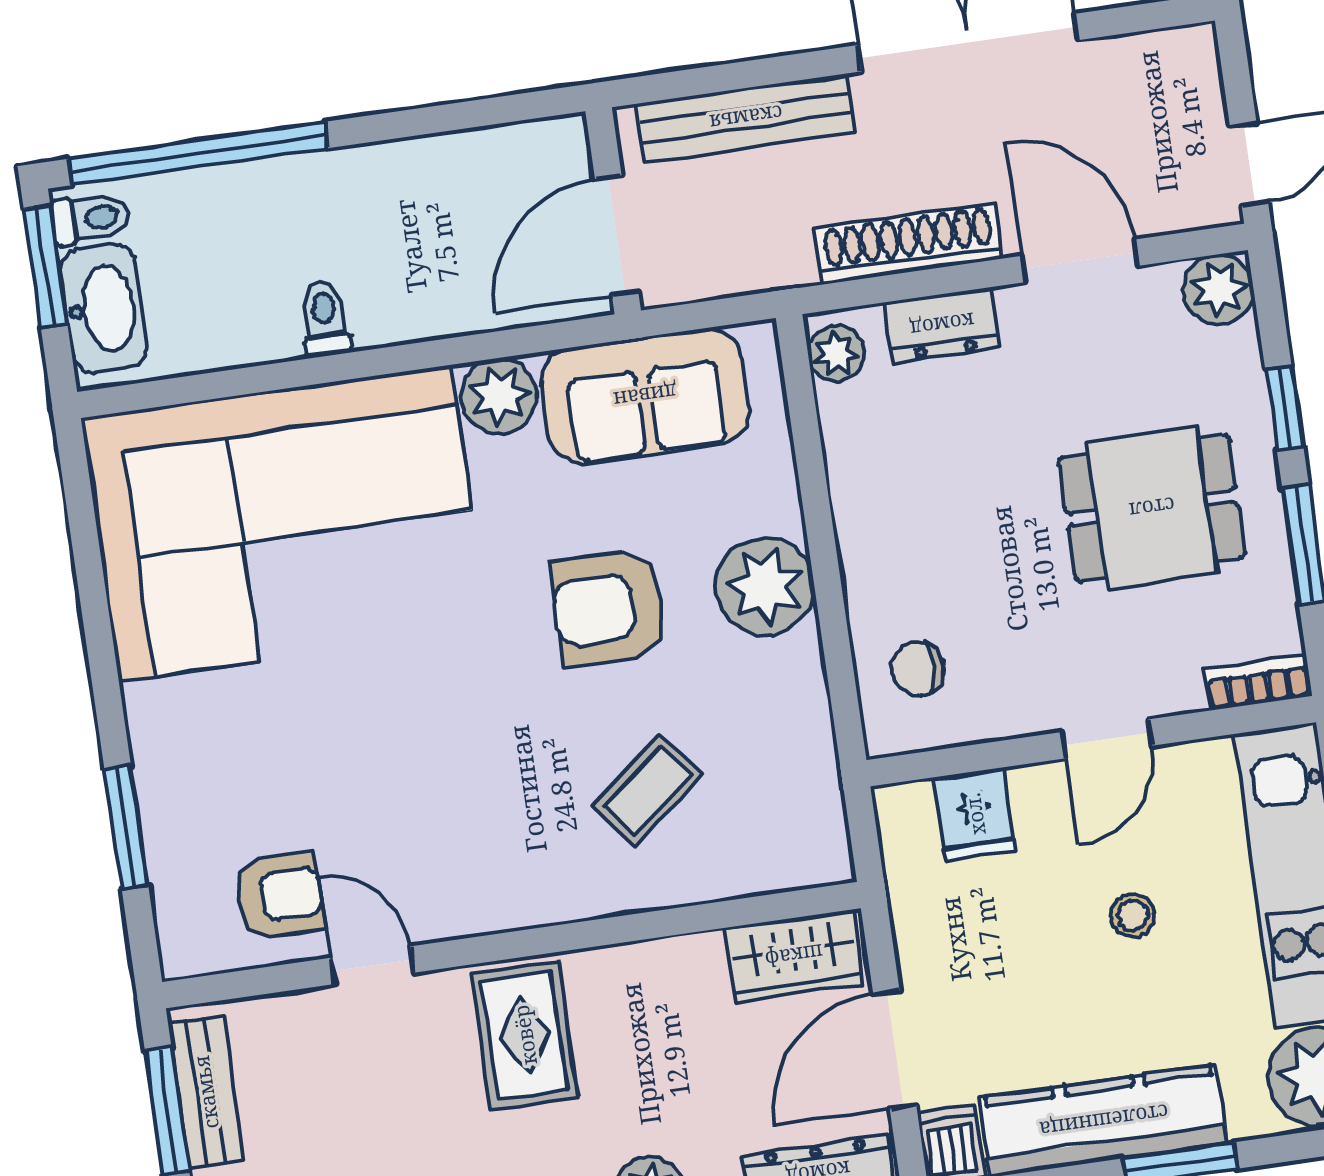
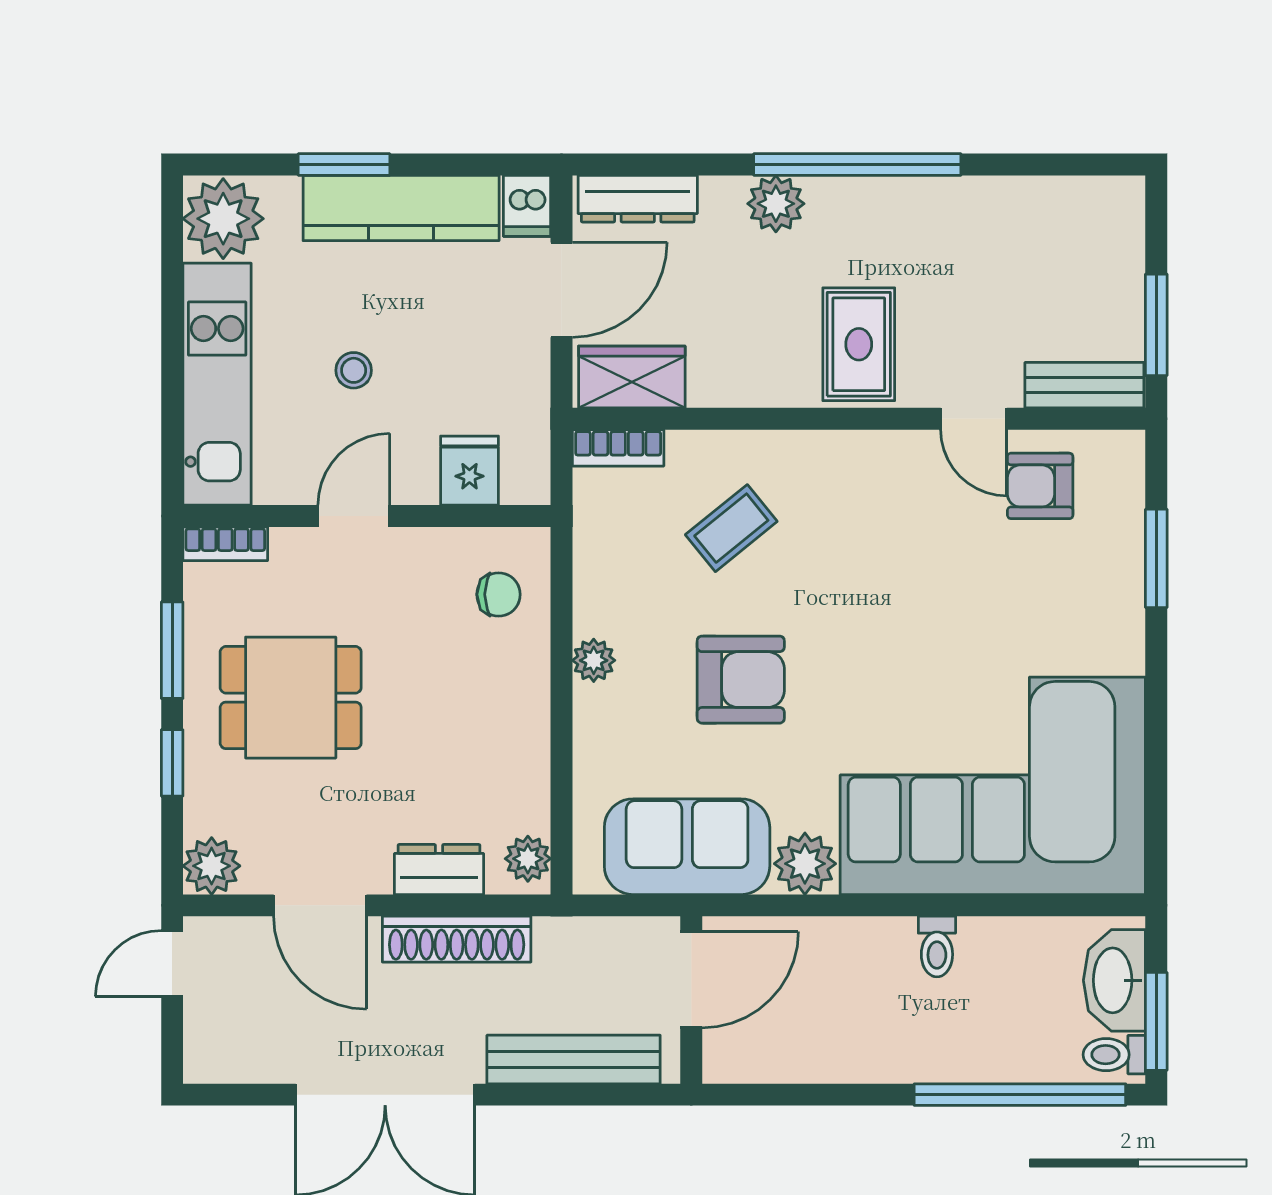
plant: (765, 586) -> (594, 660), width x0.53, depth x0.53
bookcase: (798, 868) -> (618, 448), added
bench: (206, 1092) -> (1084, 385), moved, turned 90

